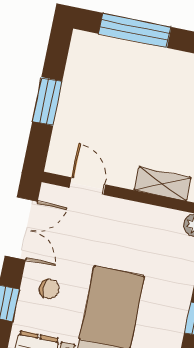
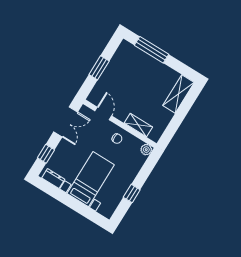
chair: (49, 289) -> (117, 139), moved

